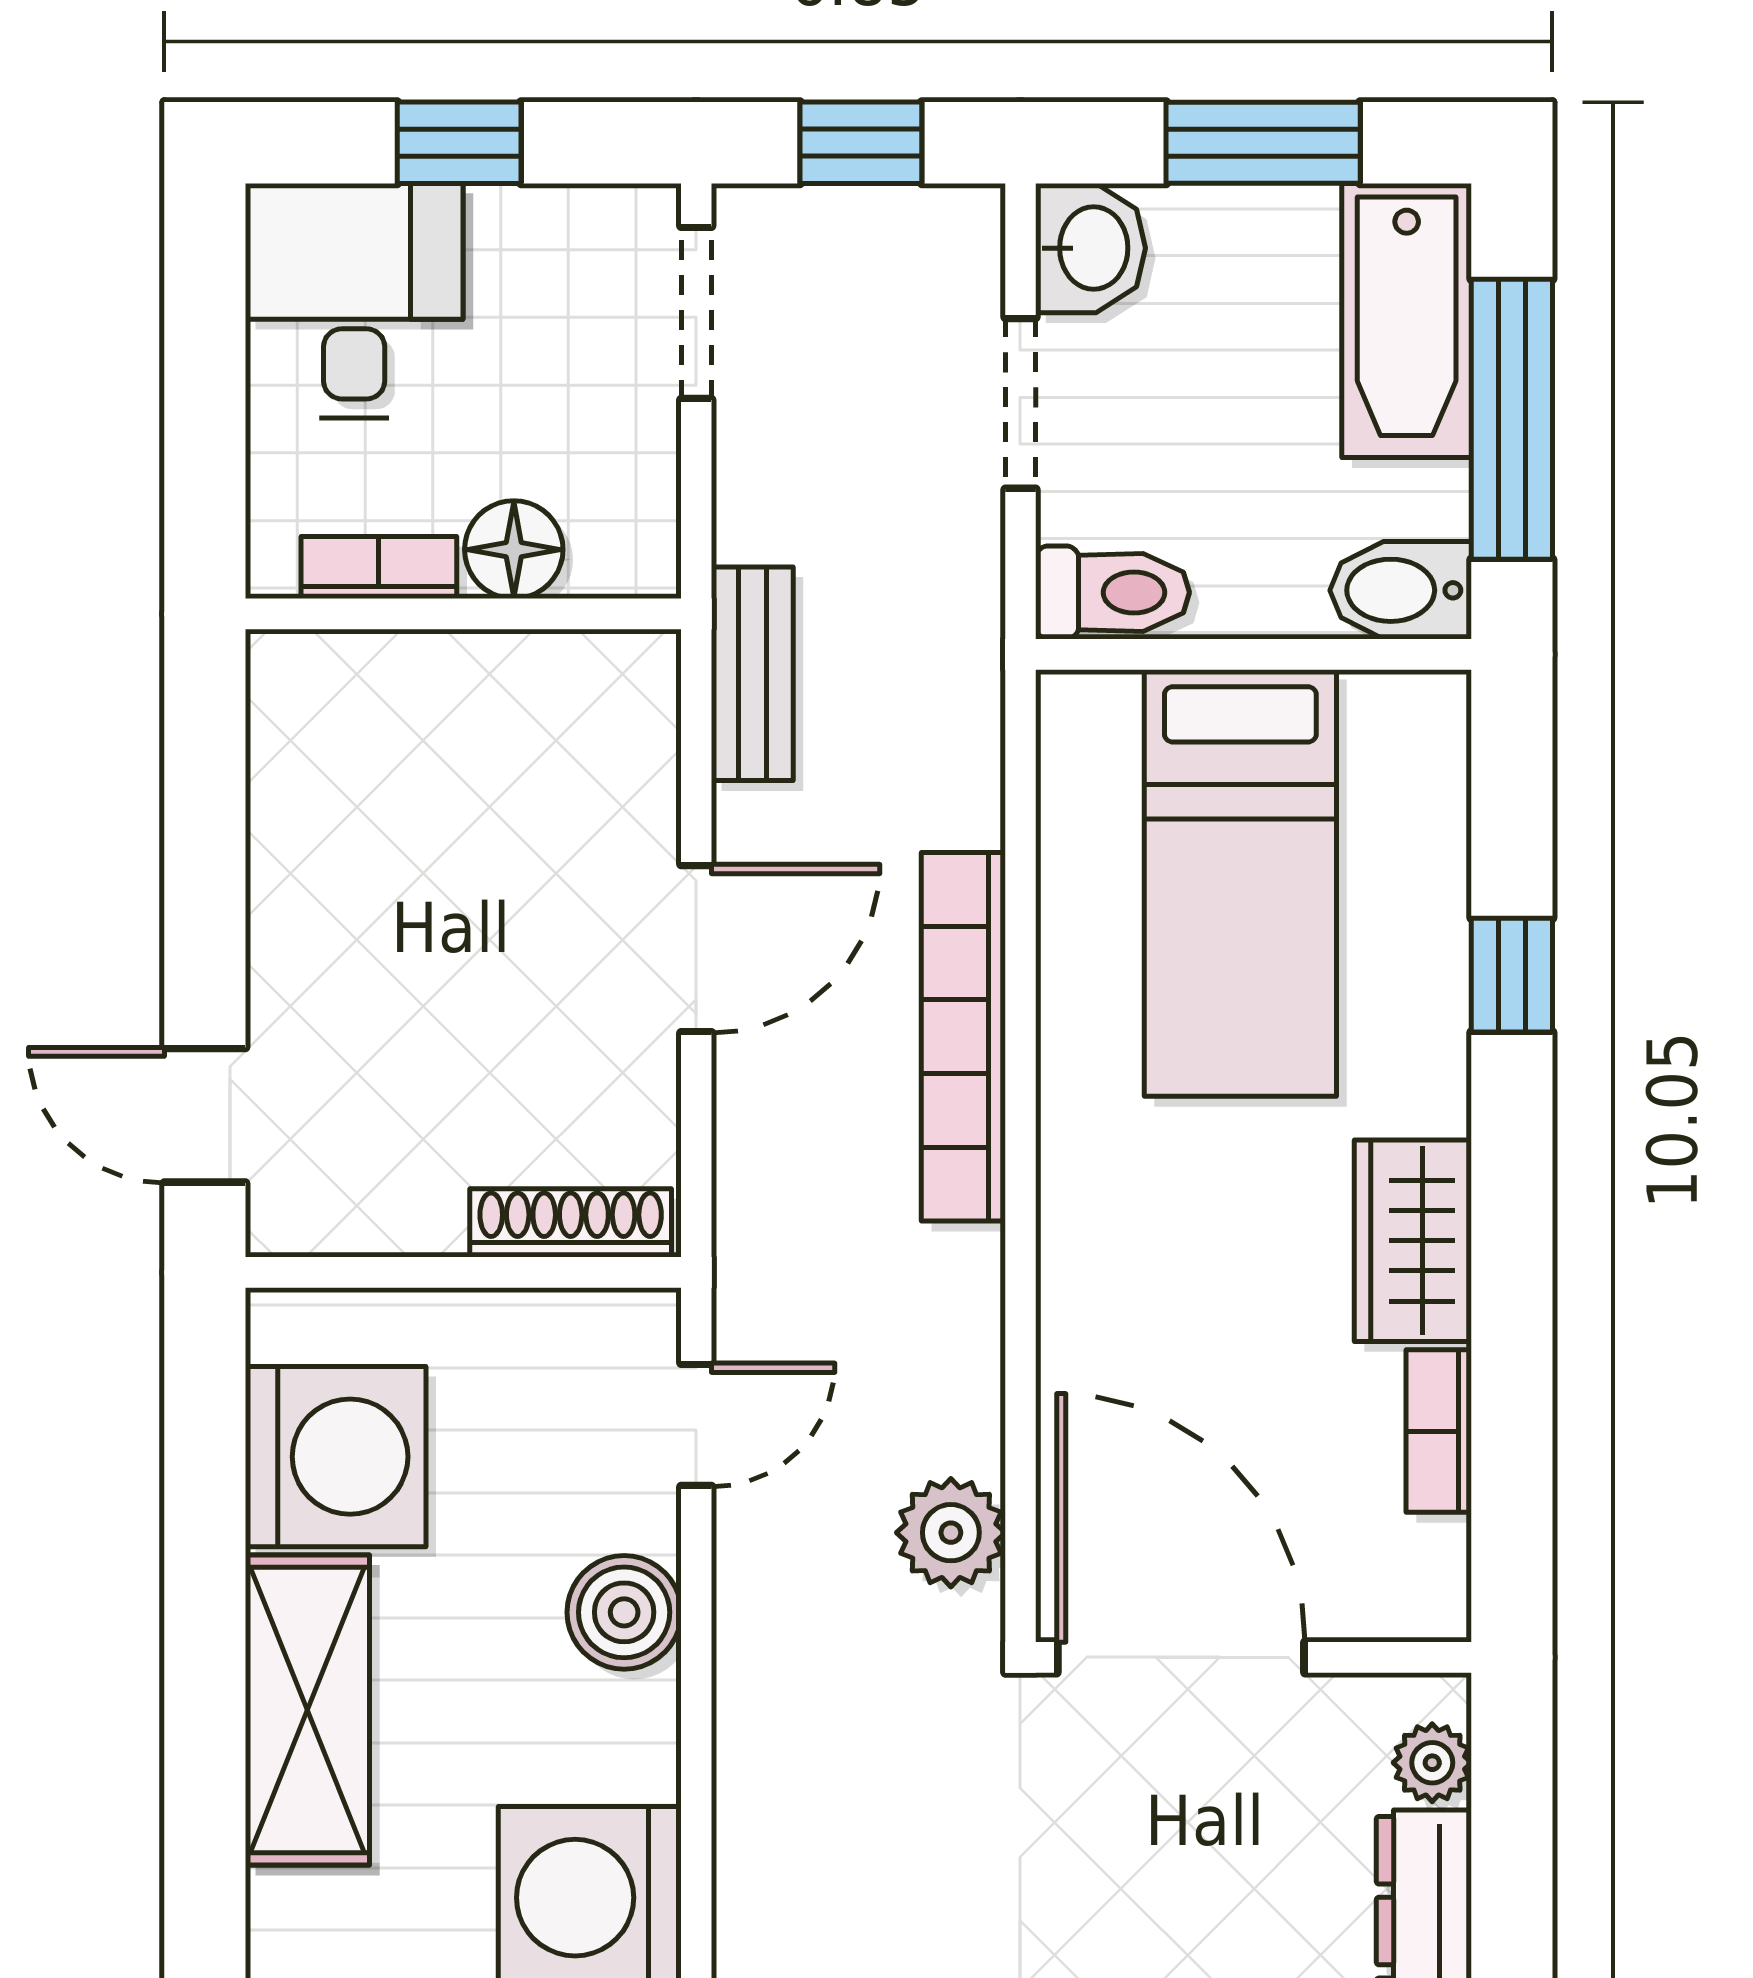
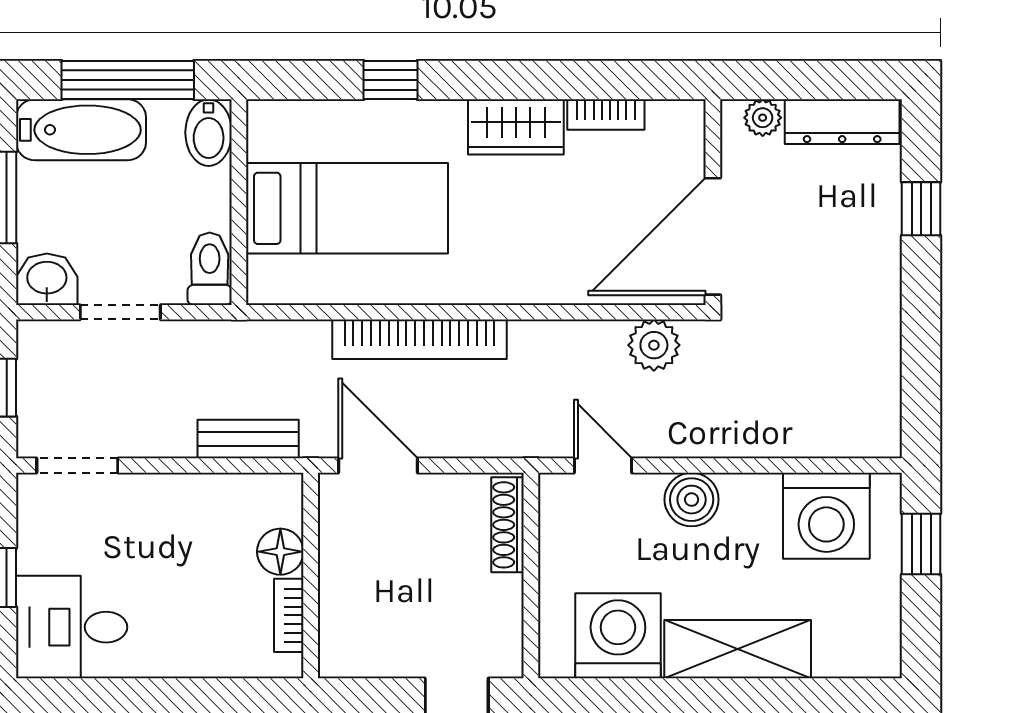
floor lamp: (514, 550) -> (280, 552), moved
bookcase: (379, 568) -> (289, 615), moved
wall: (463, 614) -> (311, 576), moved

